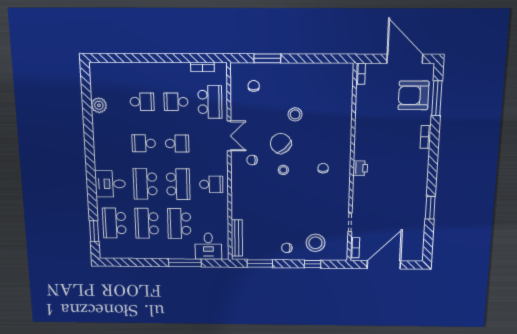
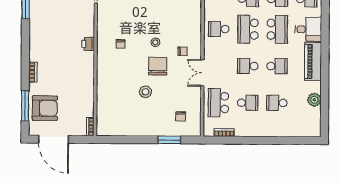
chair: (281, 143) -> (158, 66), turned -139
piano: (103, 148) -> (313, 62), added

